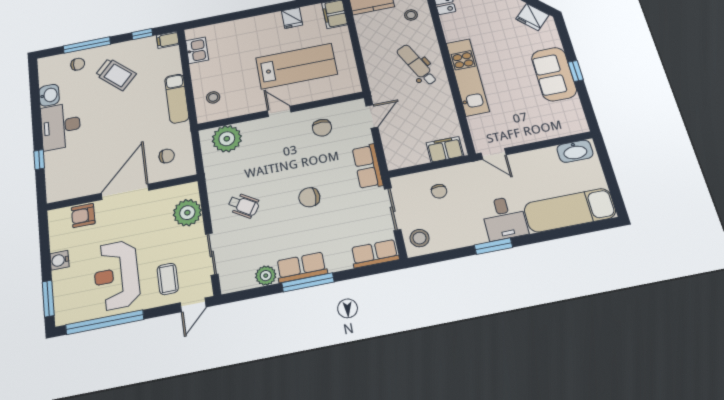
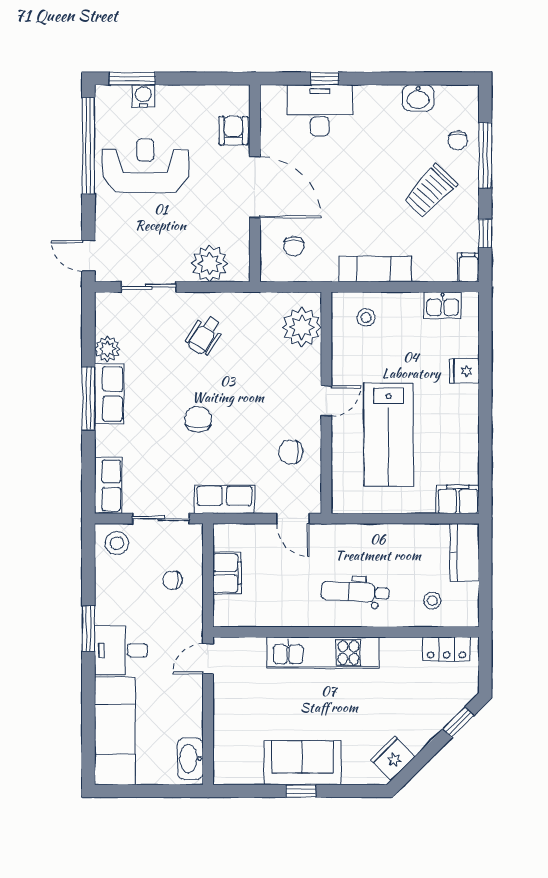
fridge: (292, 18) -> (464, 371), moved
dental chair: (417, 65) -> (355, 592), turned -151
desk: (61, 126) -> (320, 110), moved
filing cabinet: (445, 149) -> (227, 573), moved
water cooler: (60, 260) -> (143, 96), moved
coffee table: (168, 279) -> (127, 229), removed

